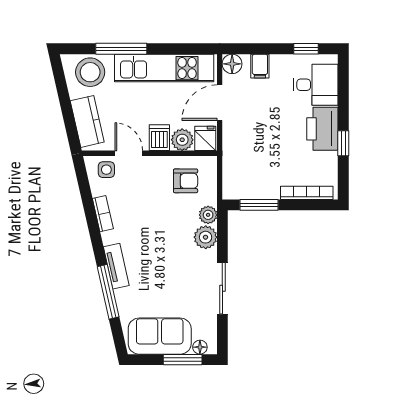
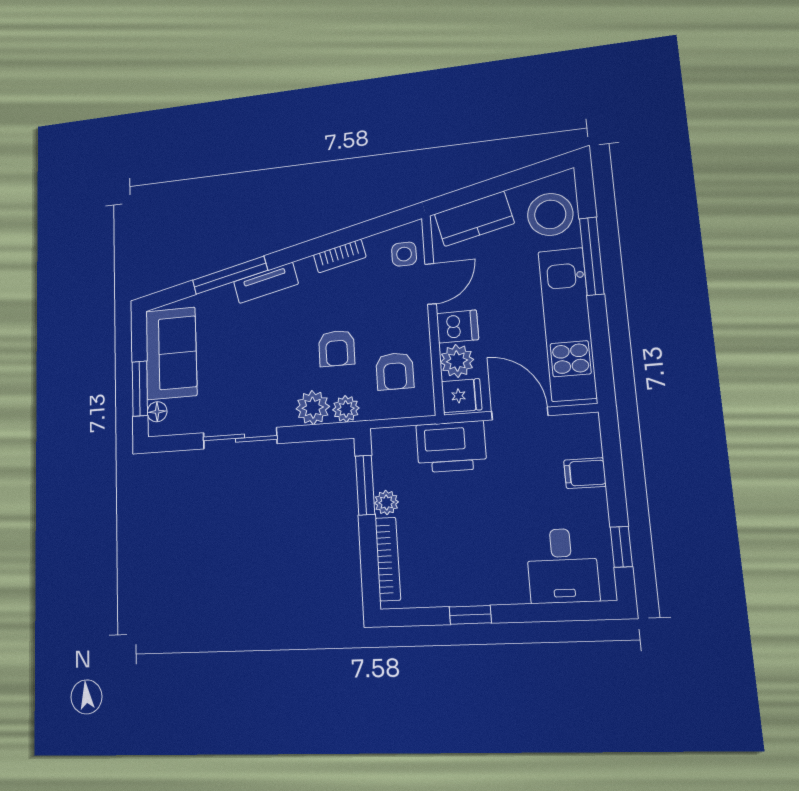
floor lamp: (232, 64) -> (584, 428), removed
printer: (322, 129) -> (451, 447), moved, turned 180
plant: (271, 192) -> (386, 503), added
armchair: (167, 219) -> (337, 348), added

